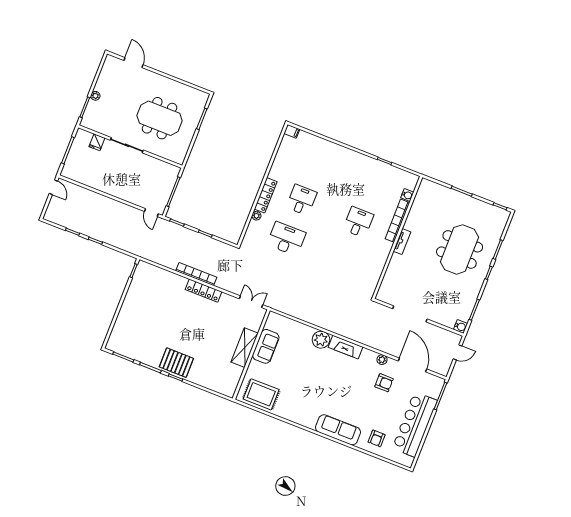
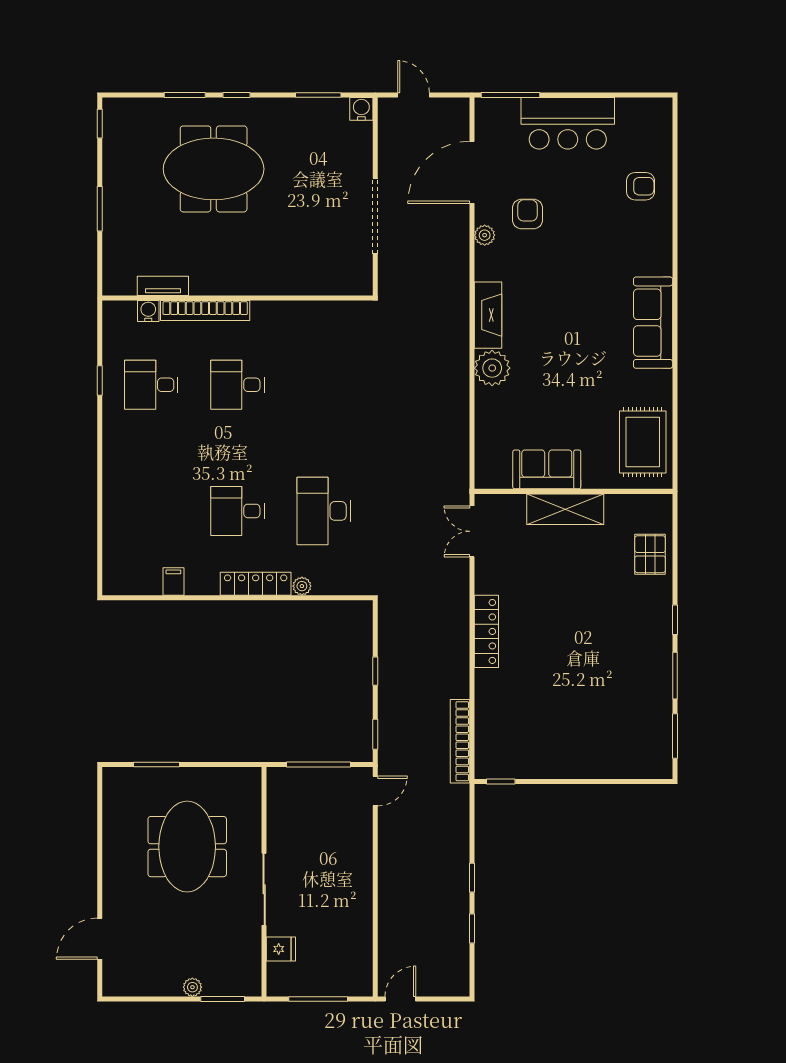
filing cabinet: (292, 131) -> (173, 582), moved
desk: (373, 183) -> (151, 385), added
tv unit: (402, 242) -> (163, 286), moved
bookcase: (196, 274) -> (460, 741), moved
pallet: (176, 363) -> (650, 554), moved, width x0.67, depth x0.71
bar counter: (415, 424) -> (568, 123), width x0.73
sofa: (338, 430) -> (653, 323), moved

